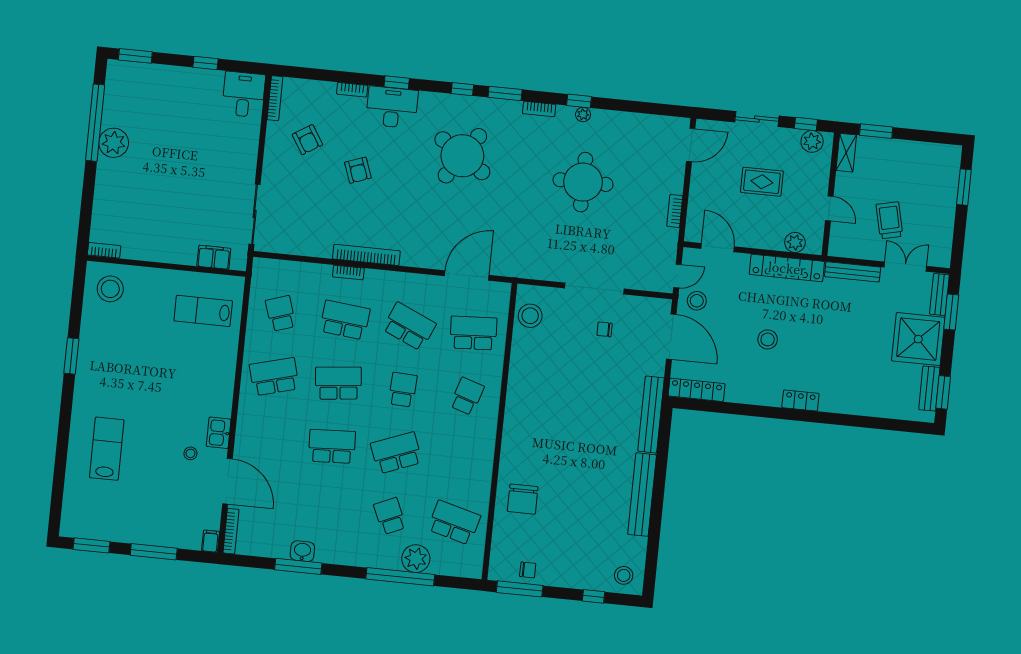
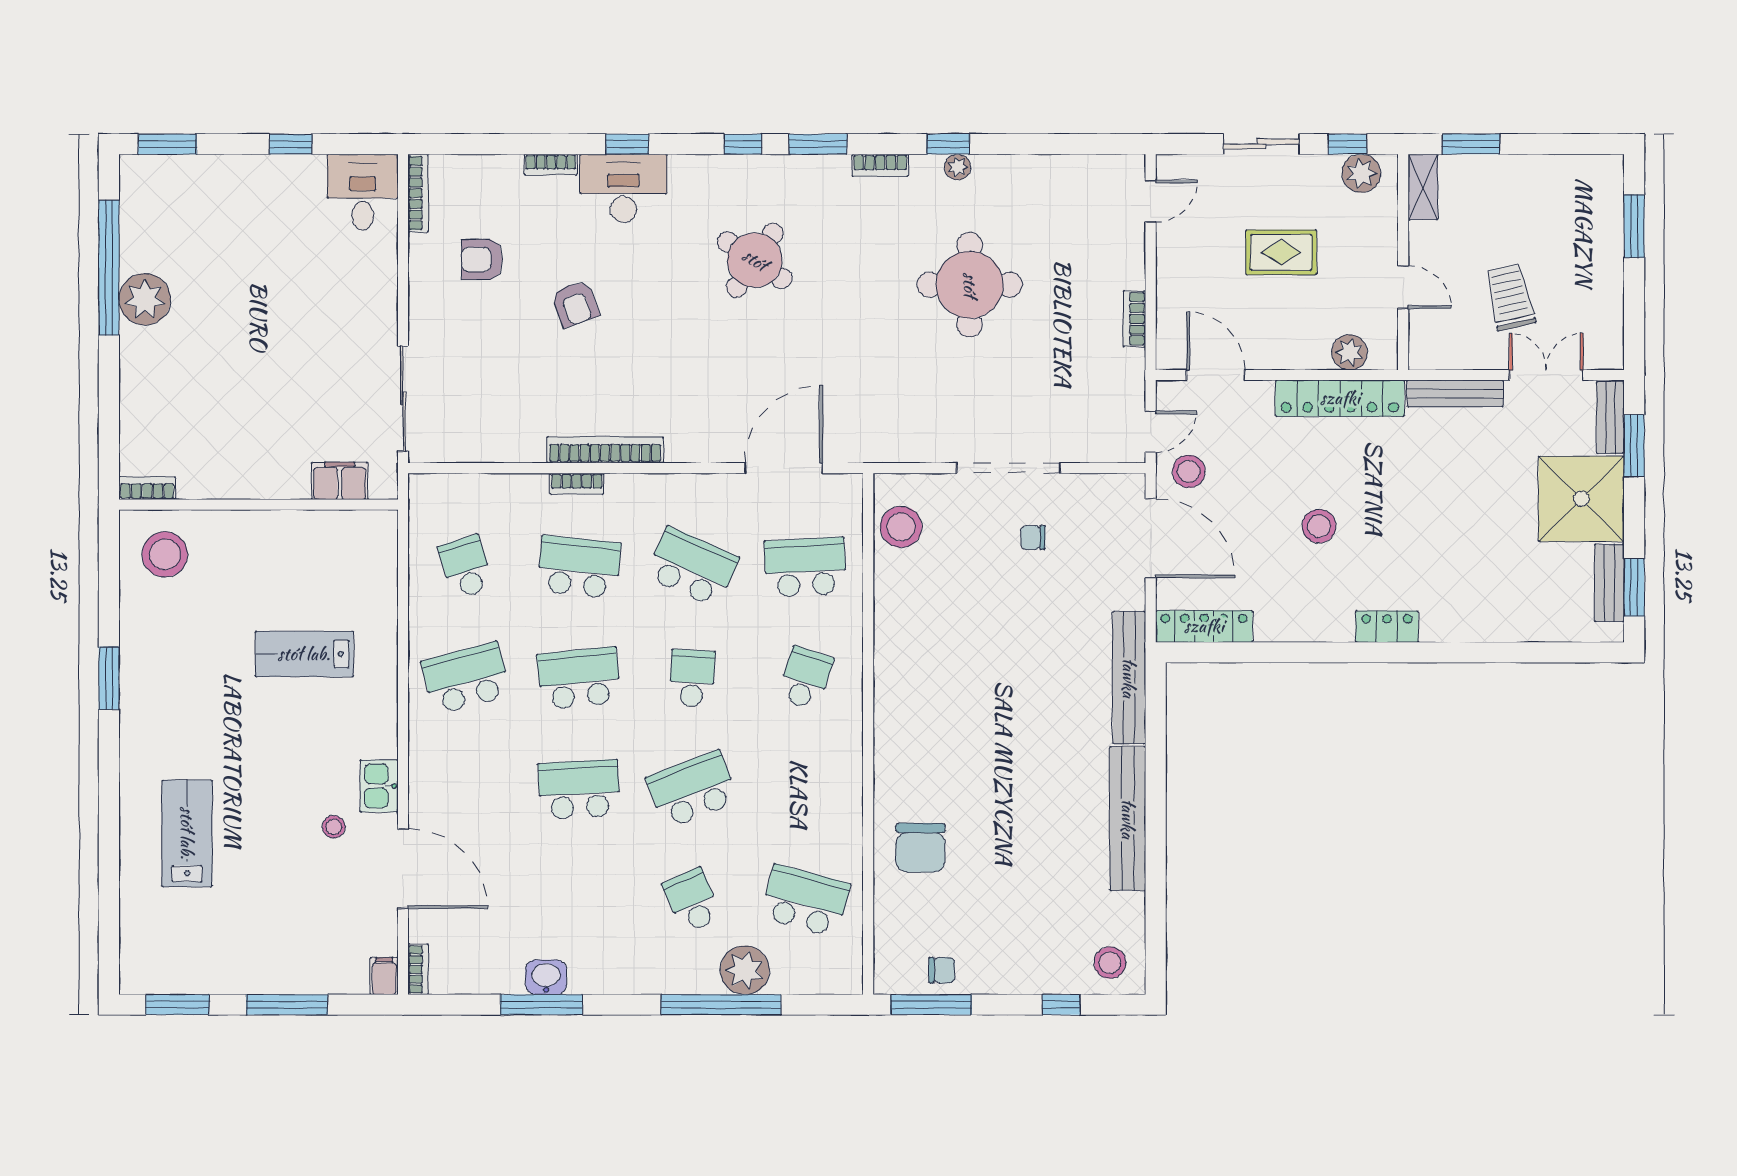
armchair: (307, 140) -> (482, 259), turned 122
door: (691, 145) -> (1151, 201), width x0.73
round table: (462, 156) -> (755, 260), width x0.73, depth x0.73
lab bench: (203, 311) -> (304, 654), moved
bookcase: (231, 531) -> (418, 969), width x0.64

